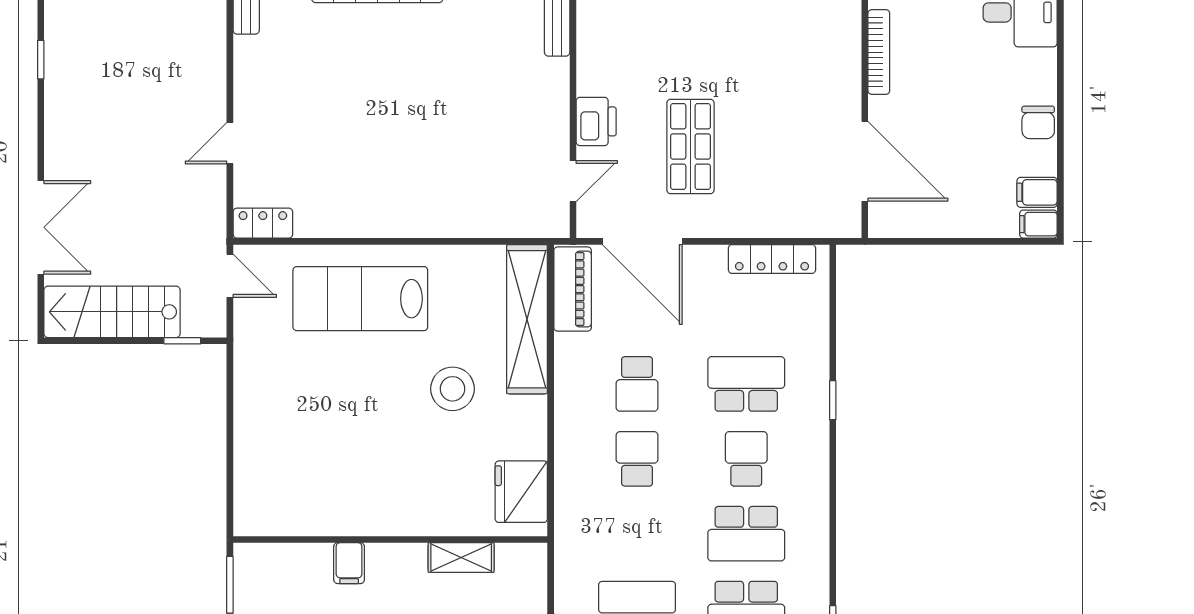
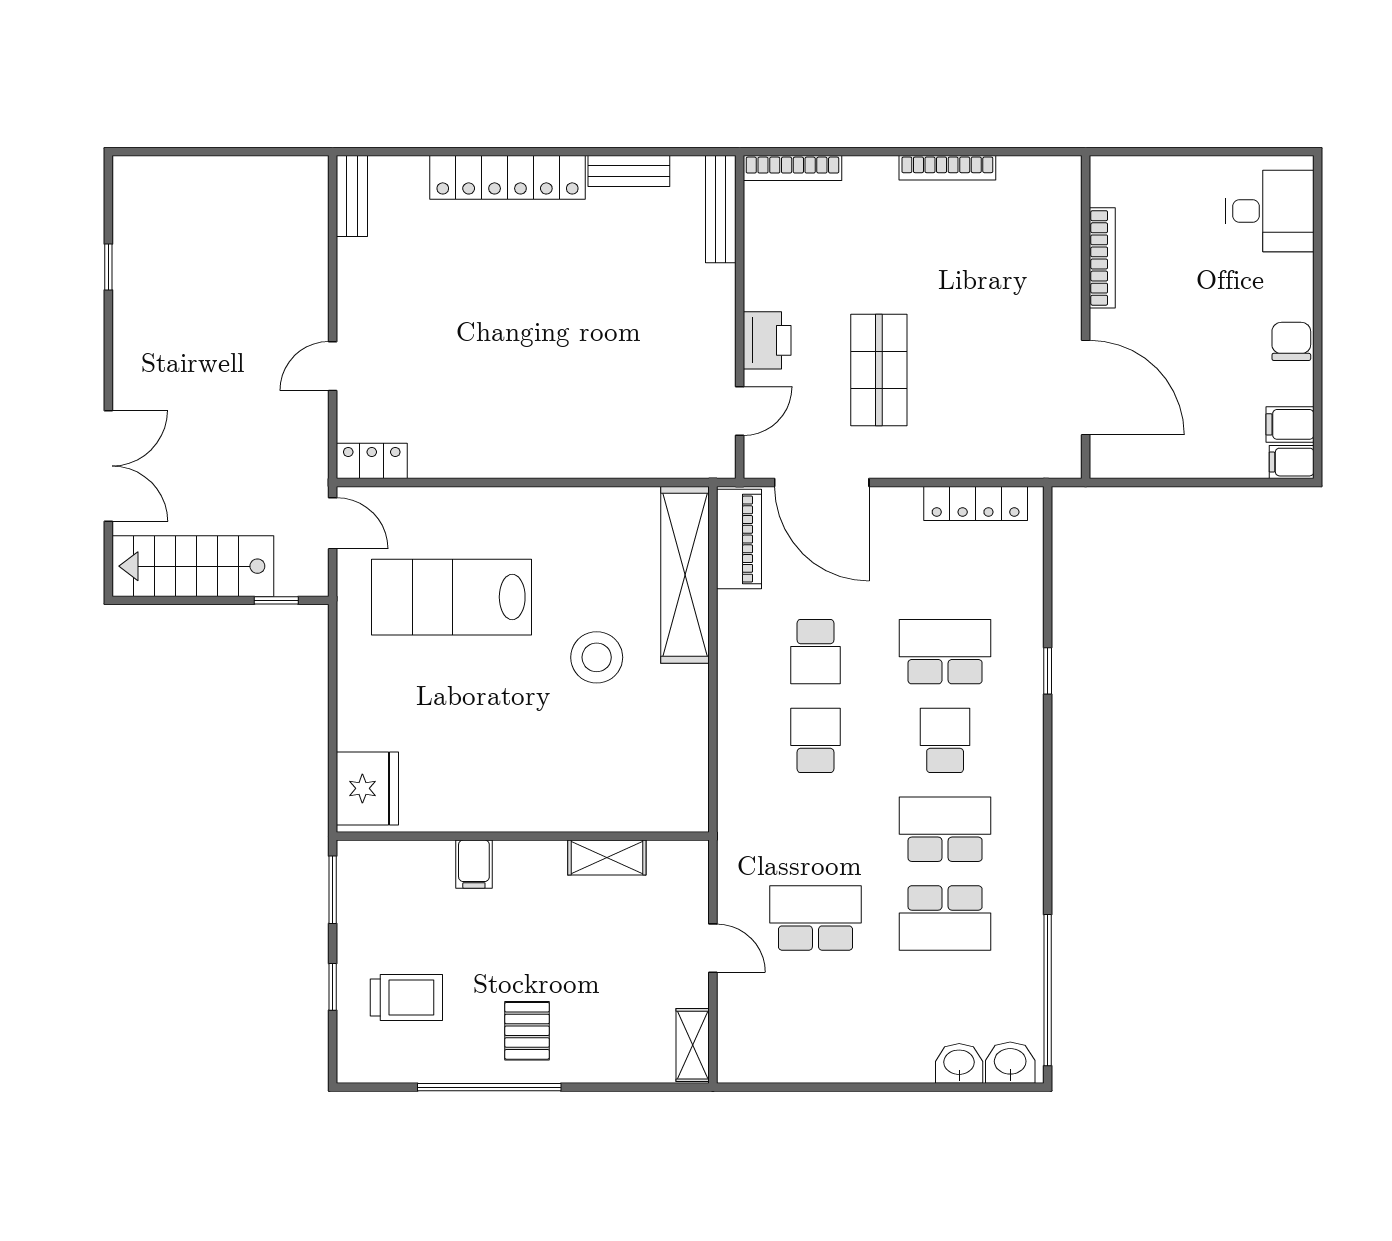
chair: (1038, 122) -> (1291, 341), turned 180
lab bench: (360, 299) -> (452, 597), moved
fridge: (521, 492) -> (367, 788), moved, turned 180
school desk: (746, 534) -> (945, 829), turned 180

